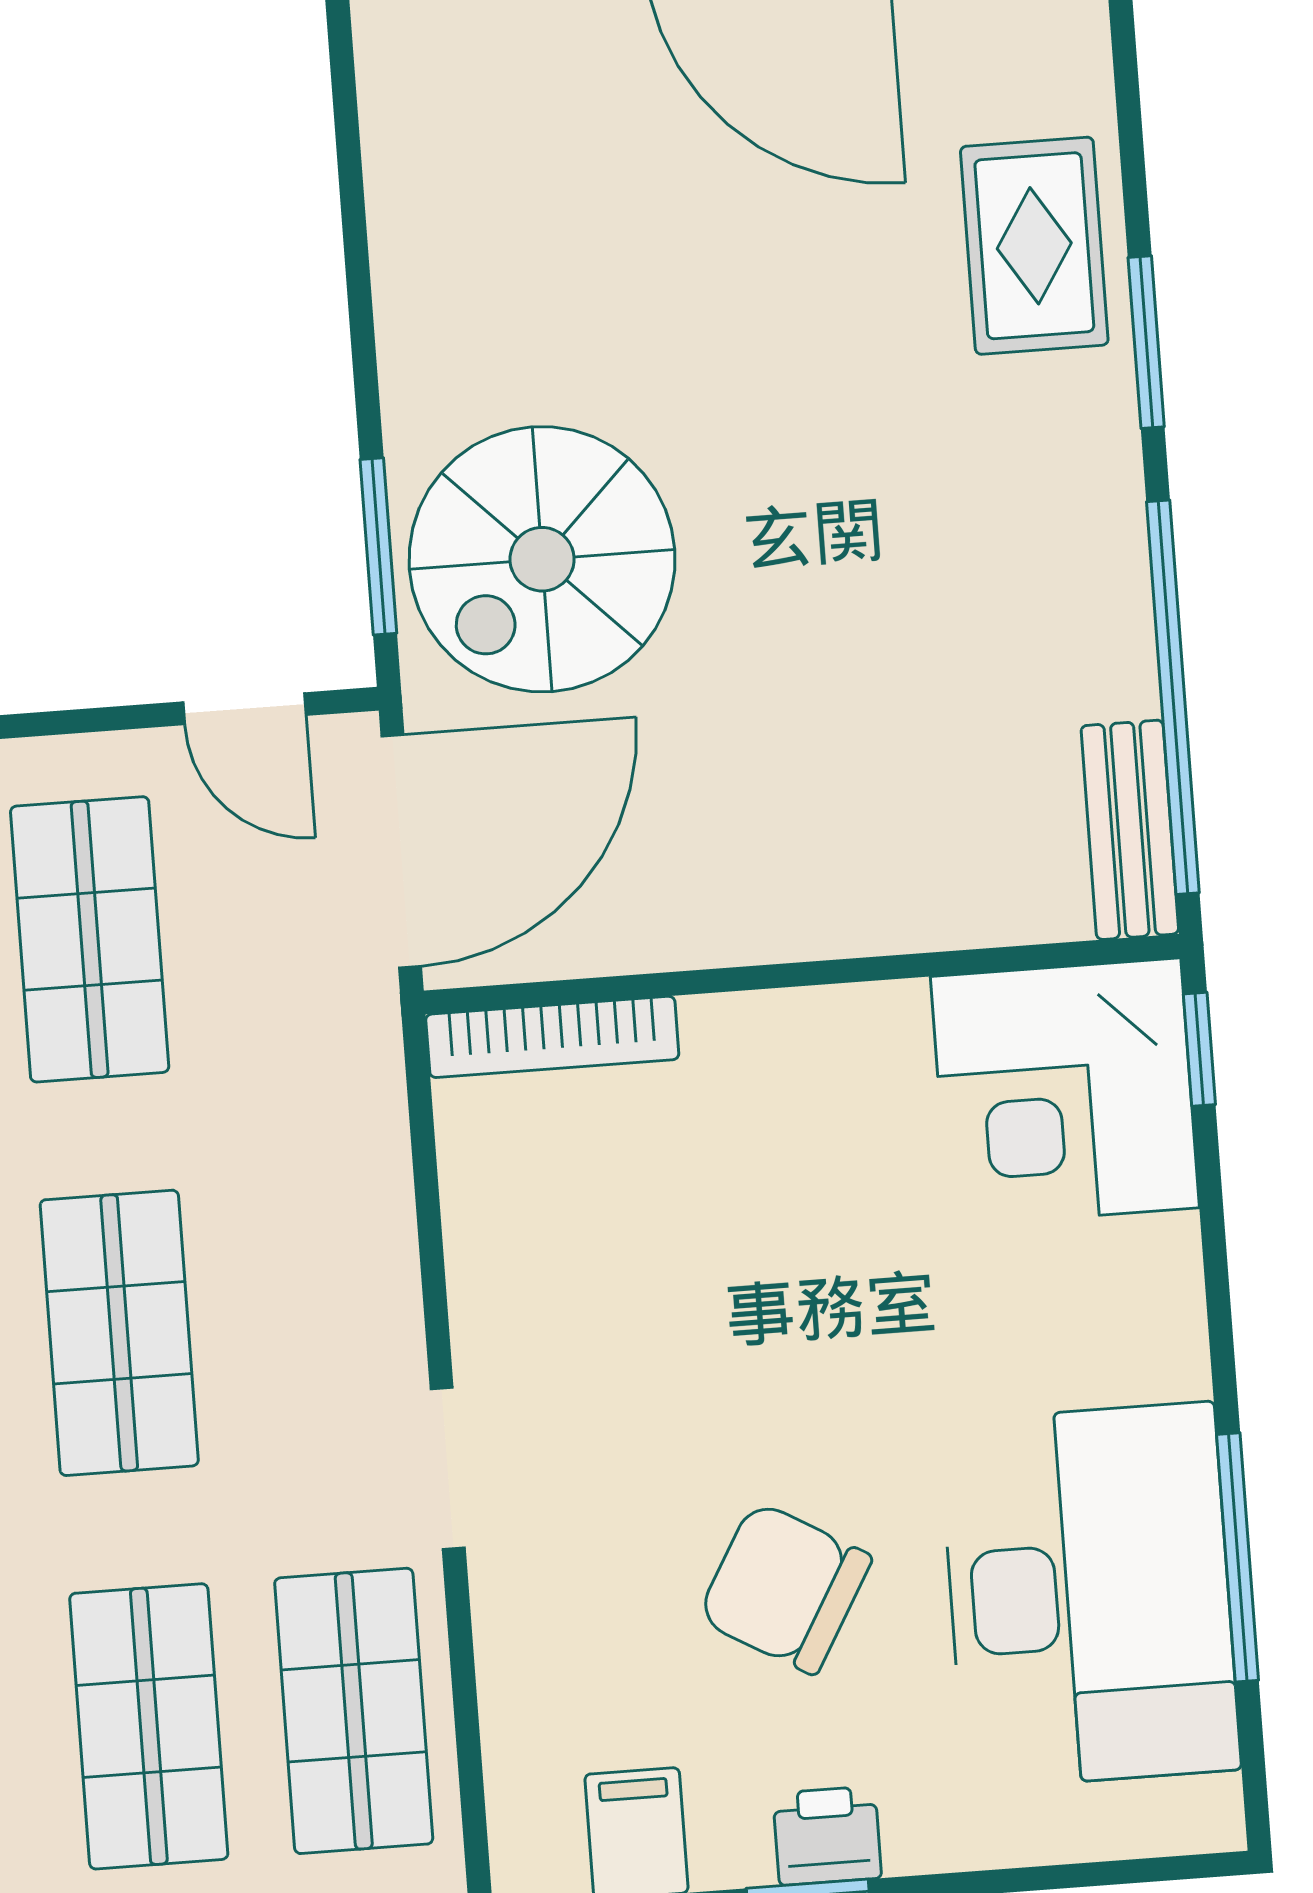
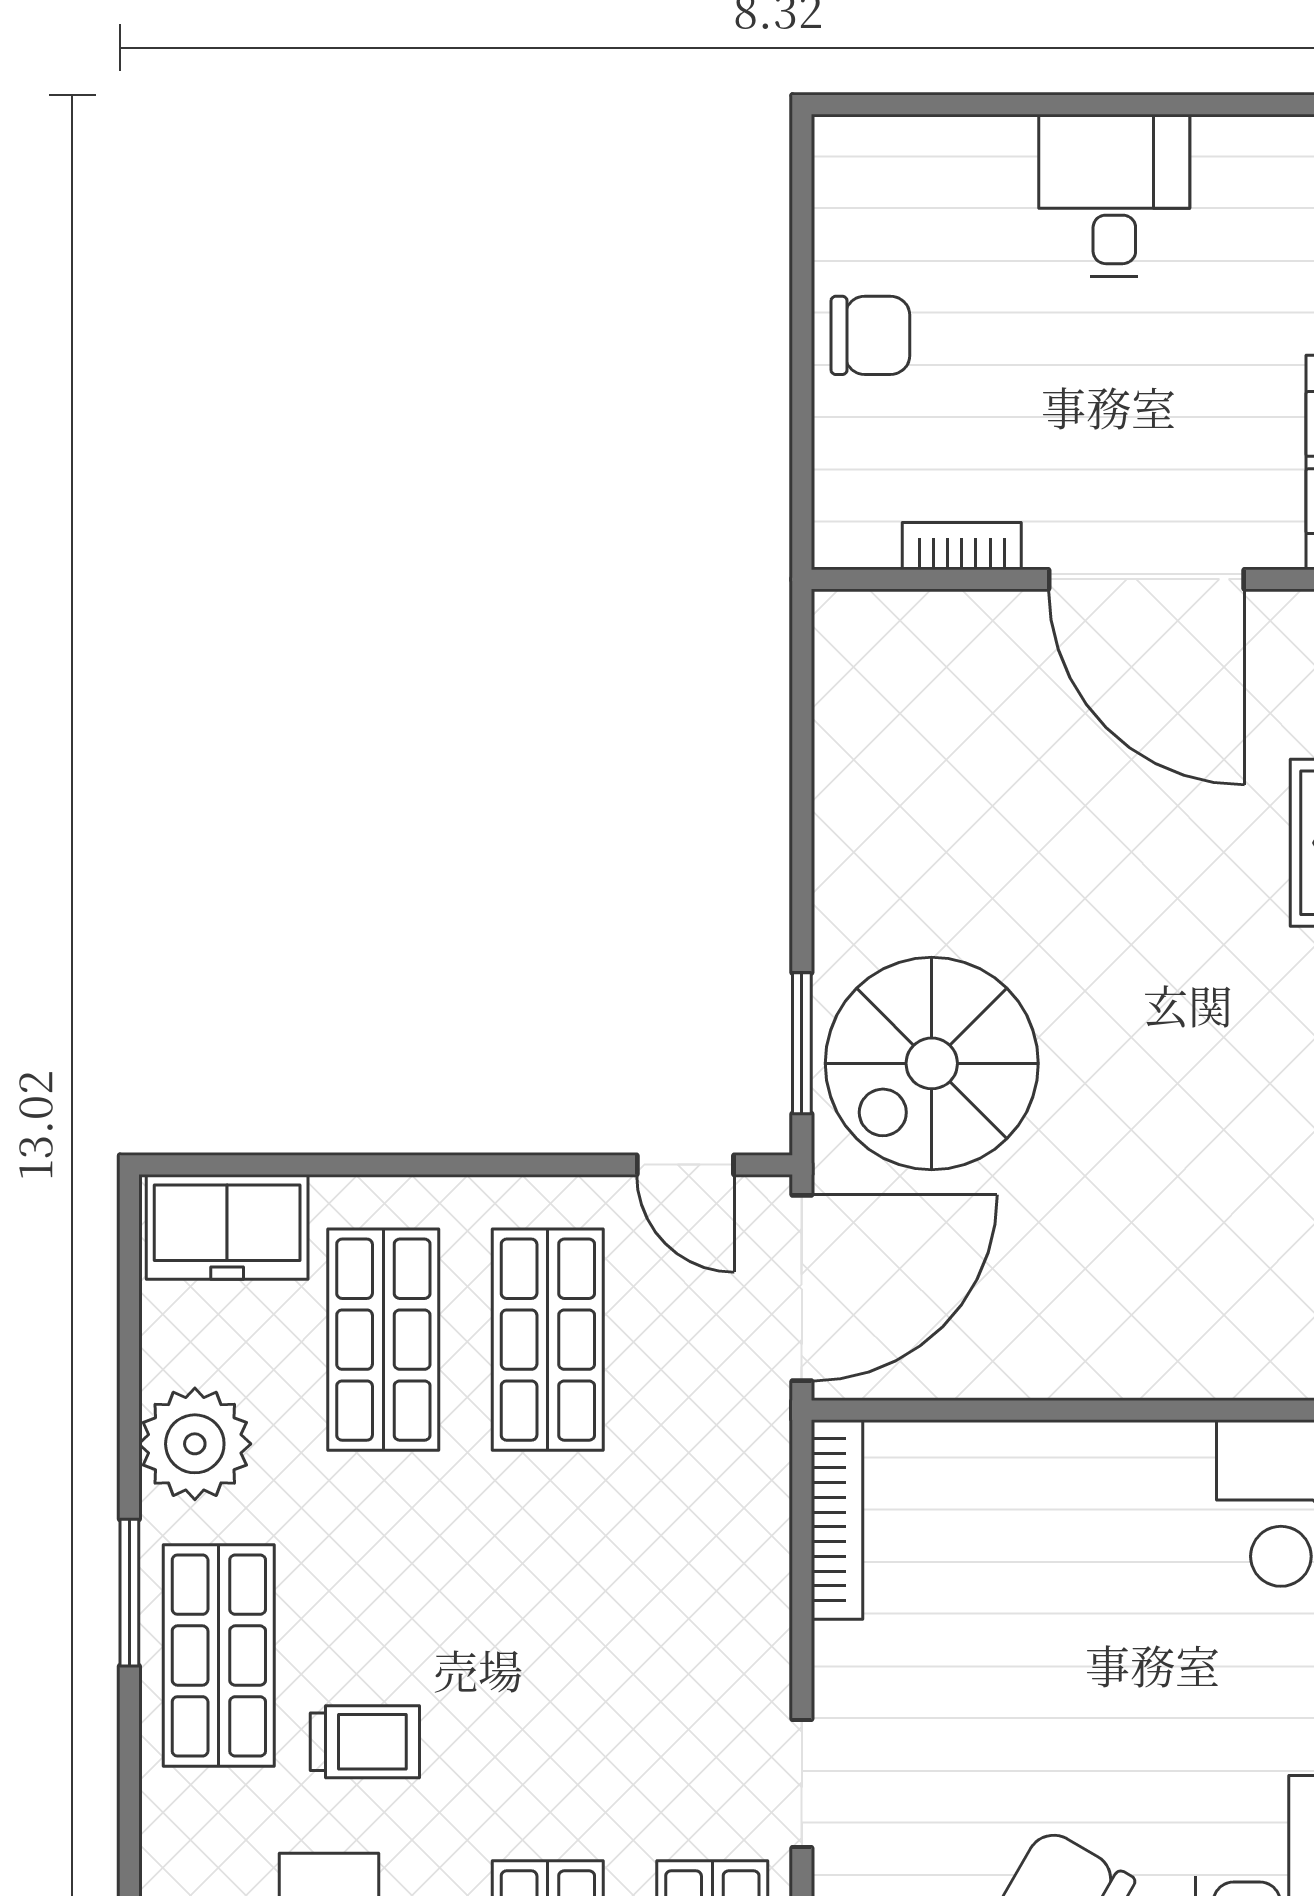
bookcase: (552, 1037) -> (837, 1520), moved, turned -90
shop shelf: (119, 1333) -> (548, 1656), removed

